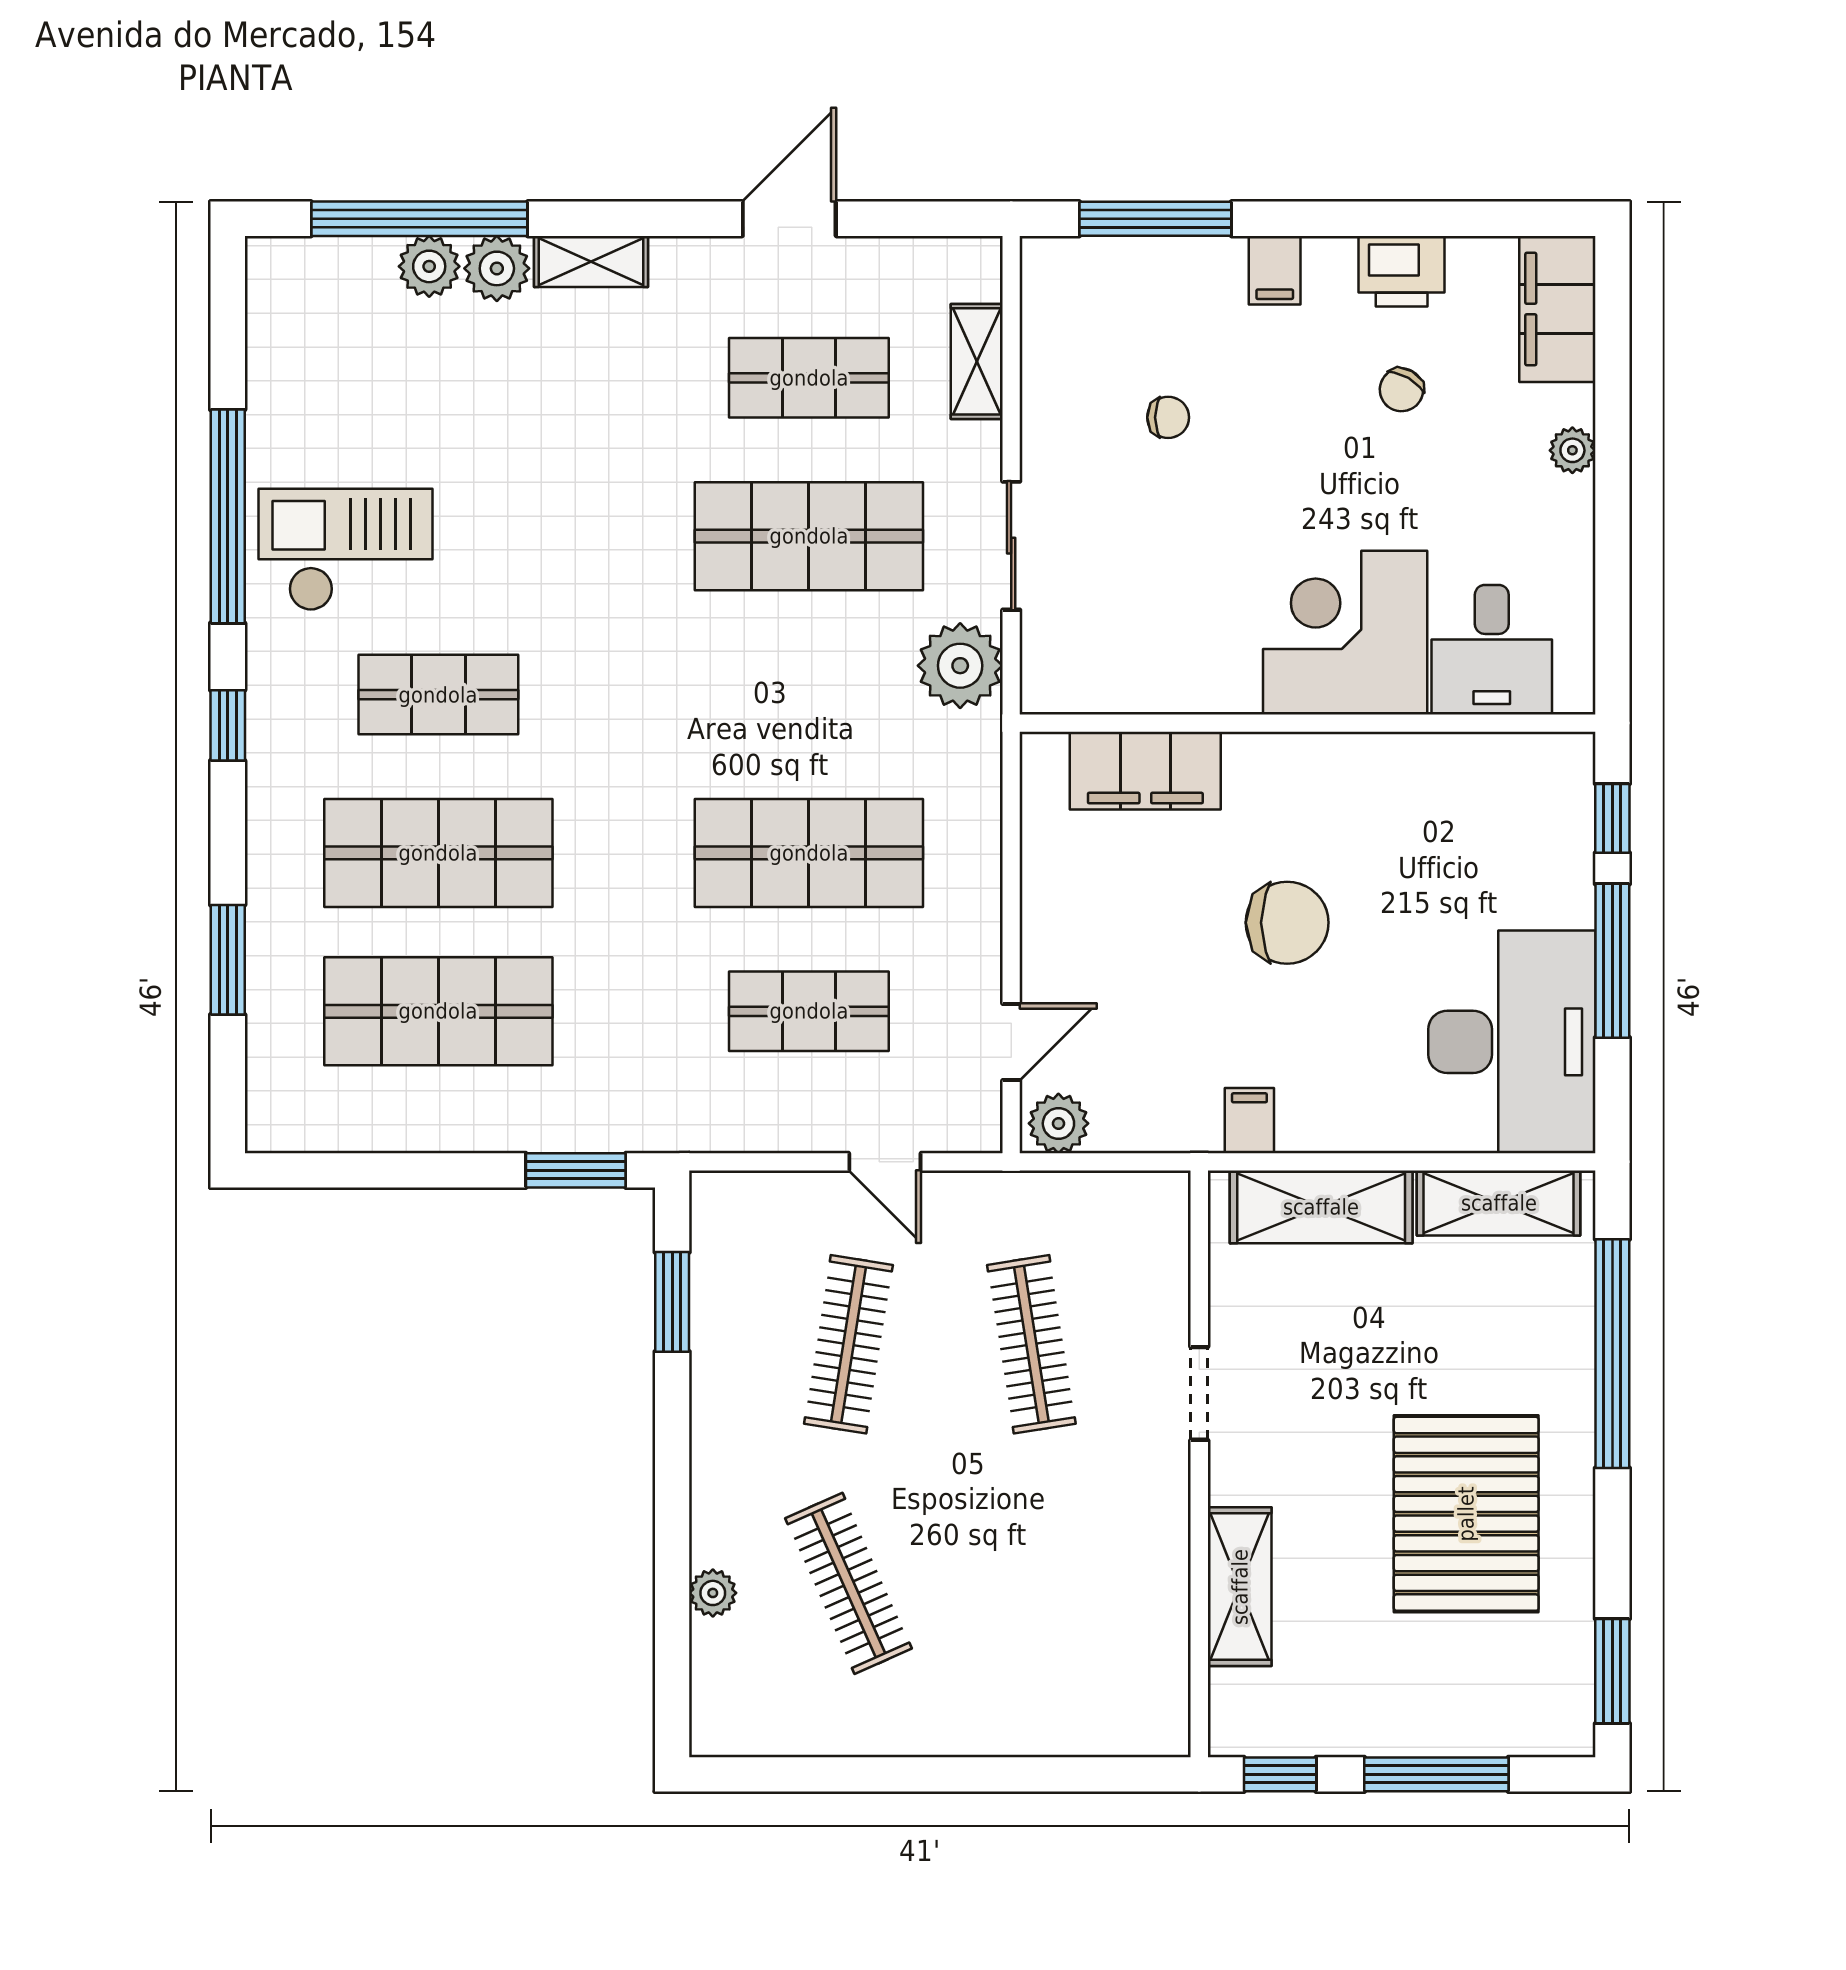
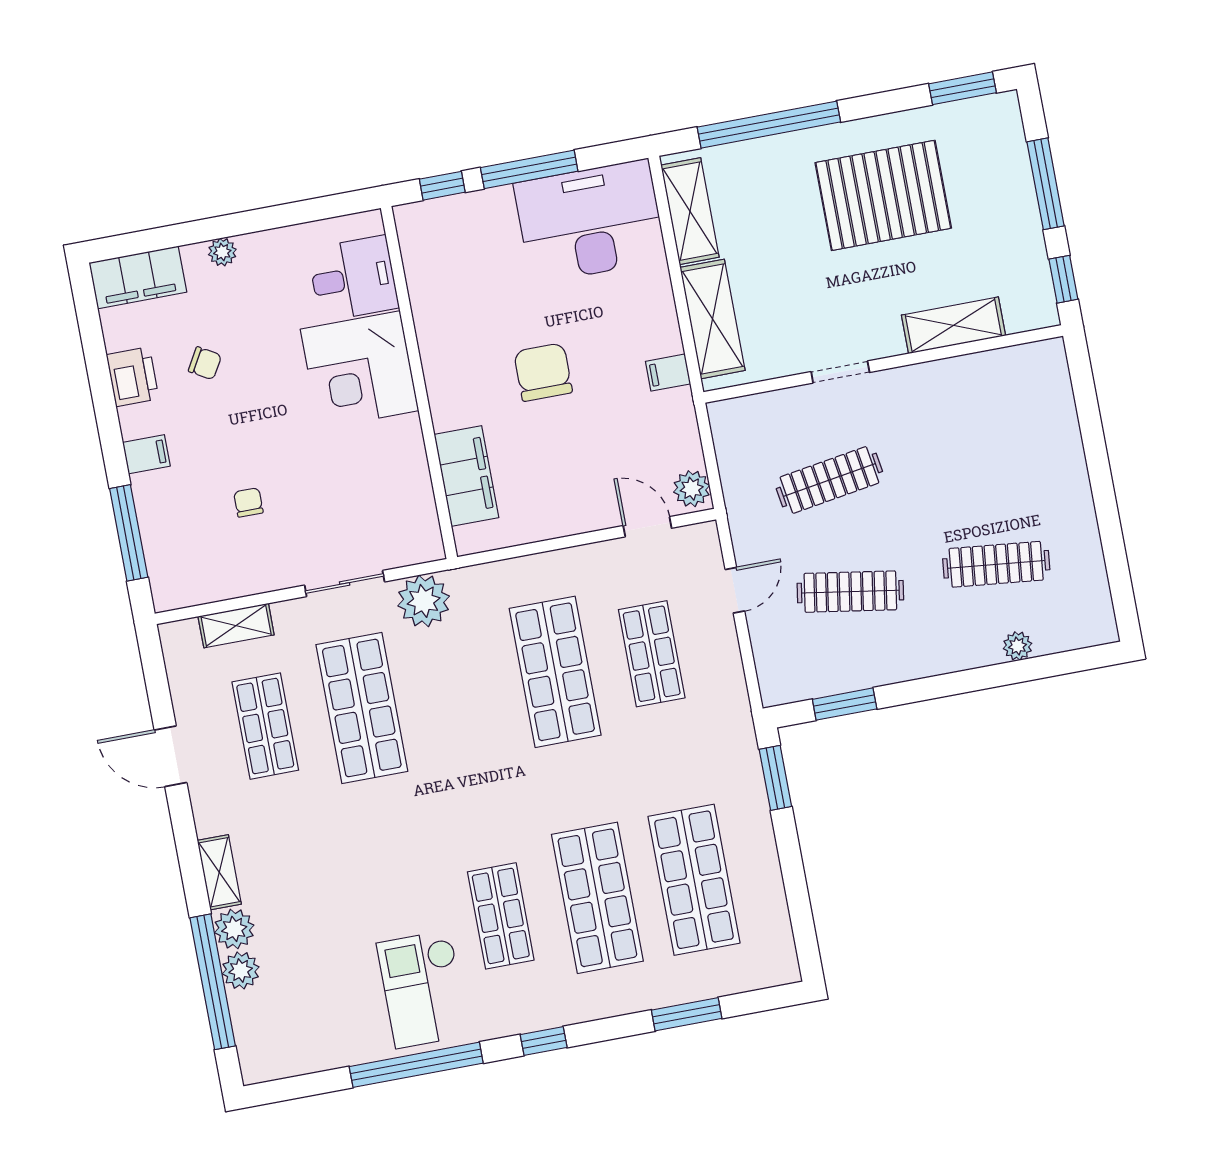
clothes rail: (848, 1583) -> (996, 564), turned 30

